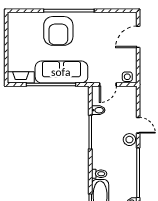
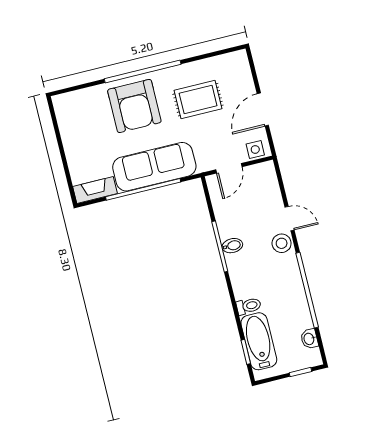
rug: (99, 37) -> (198, 100), added
door: (138, 37) -> (263, 110), moved
bidet: (98, 110) -> (232, 246), moved

